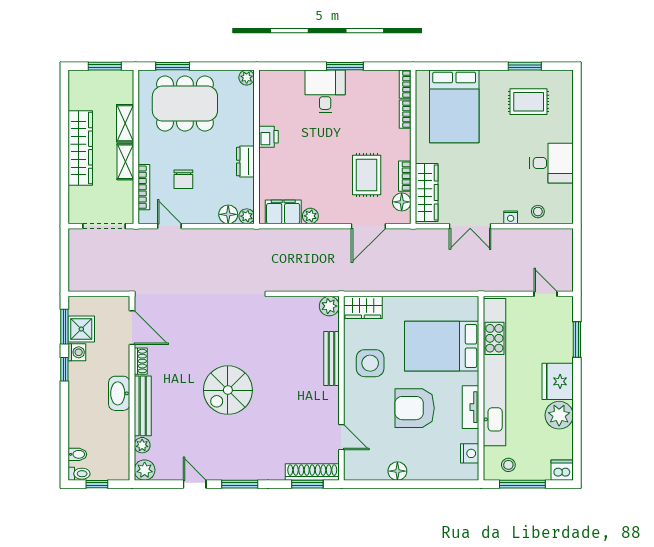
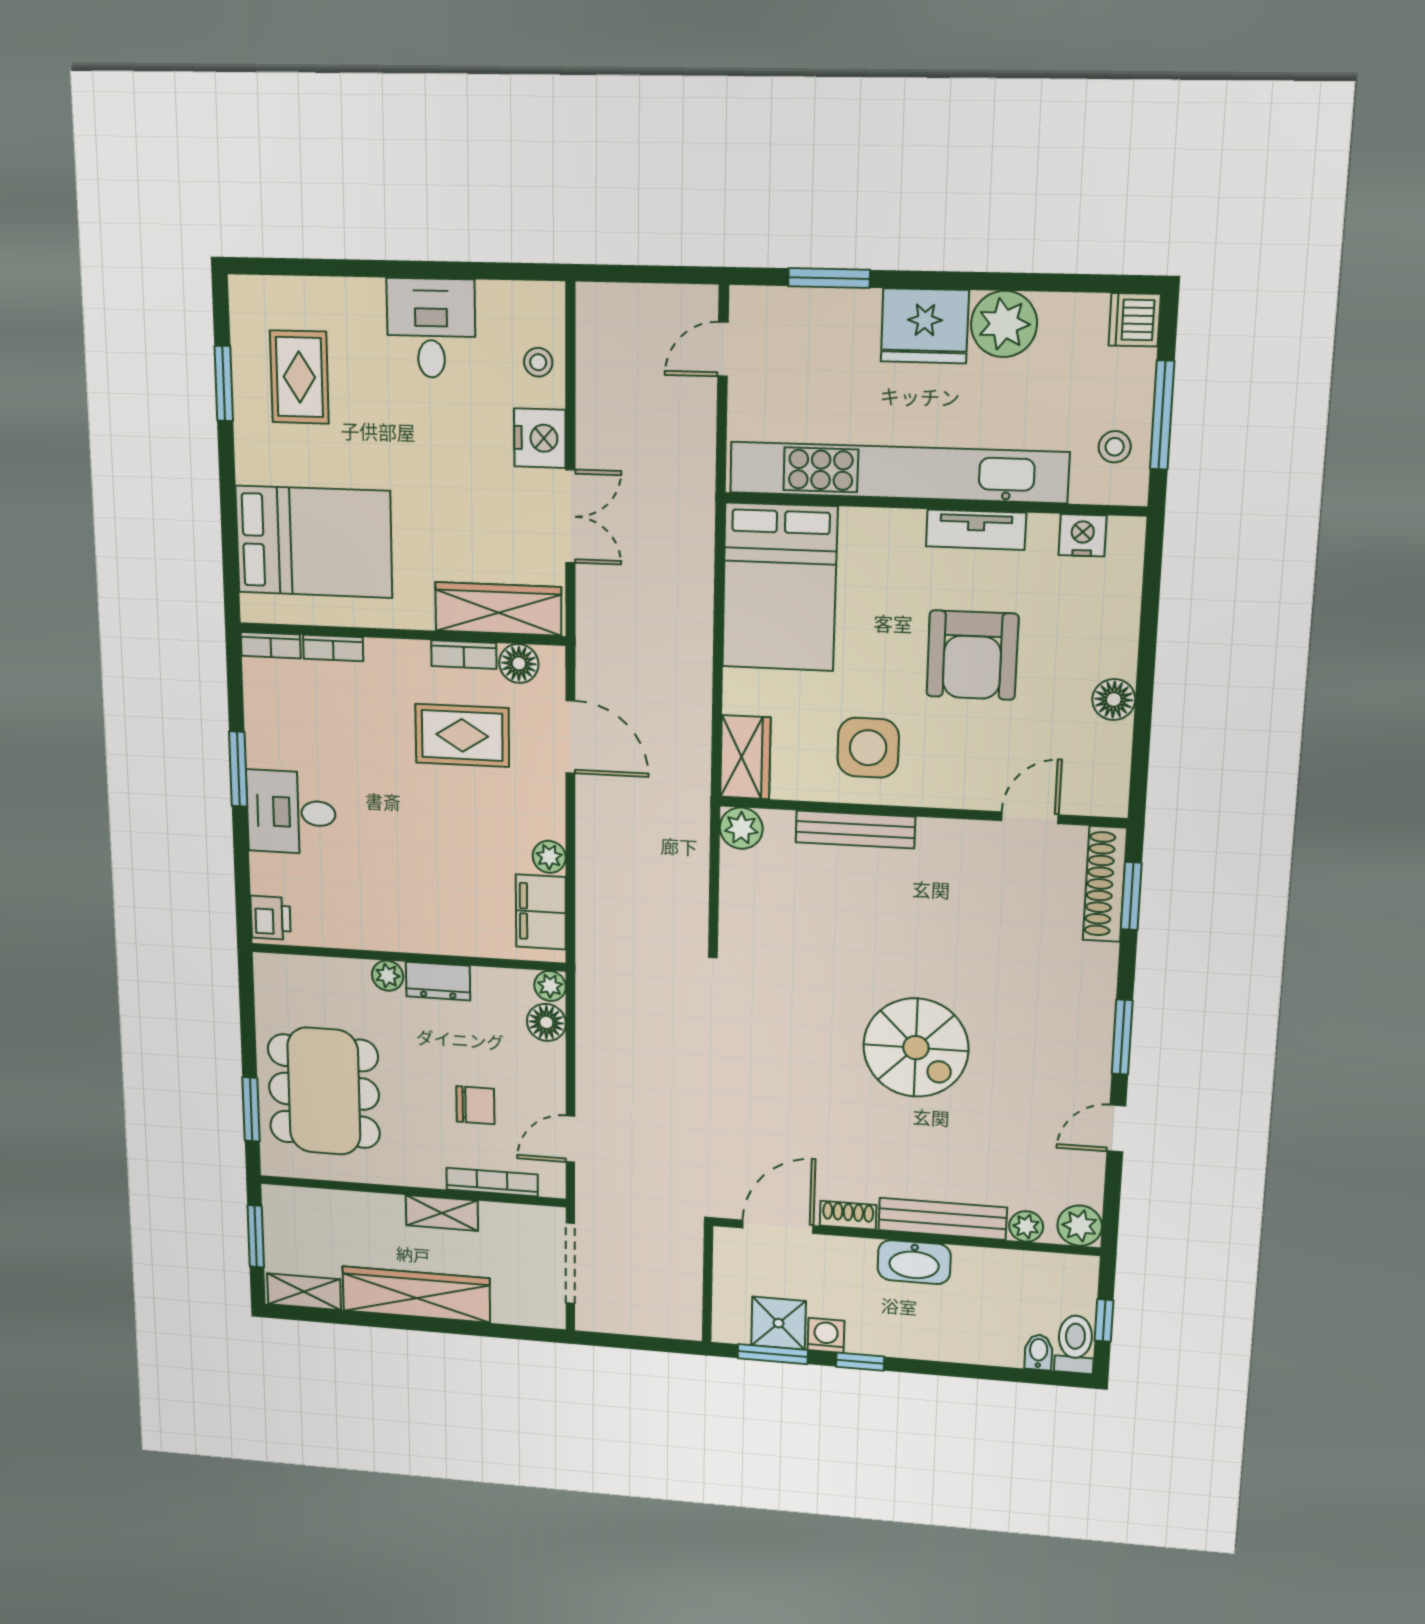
plant: (247, 77) -> (388, 976), moved
shelving: (125, 123) -> (304, 1292), moved
printer: (268, 137) -> (271, 918), moved, turned 90
nightstand: (511, 217) -> (540, 438), width x1.89, depth x1.79
bed: (442, 346) -> (780, 587), moved
toilet: (79, 474) -> (1075, 1344), width x1.37, depth x1.39

